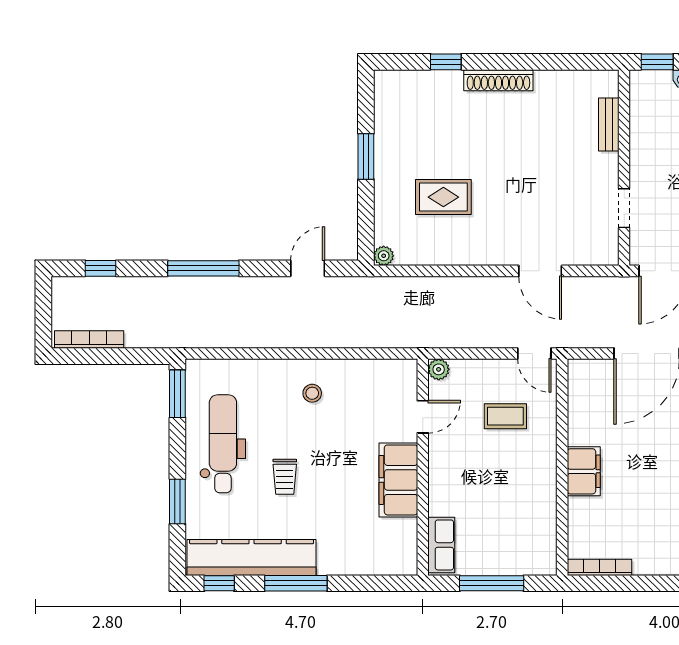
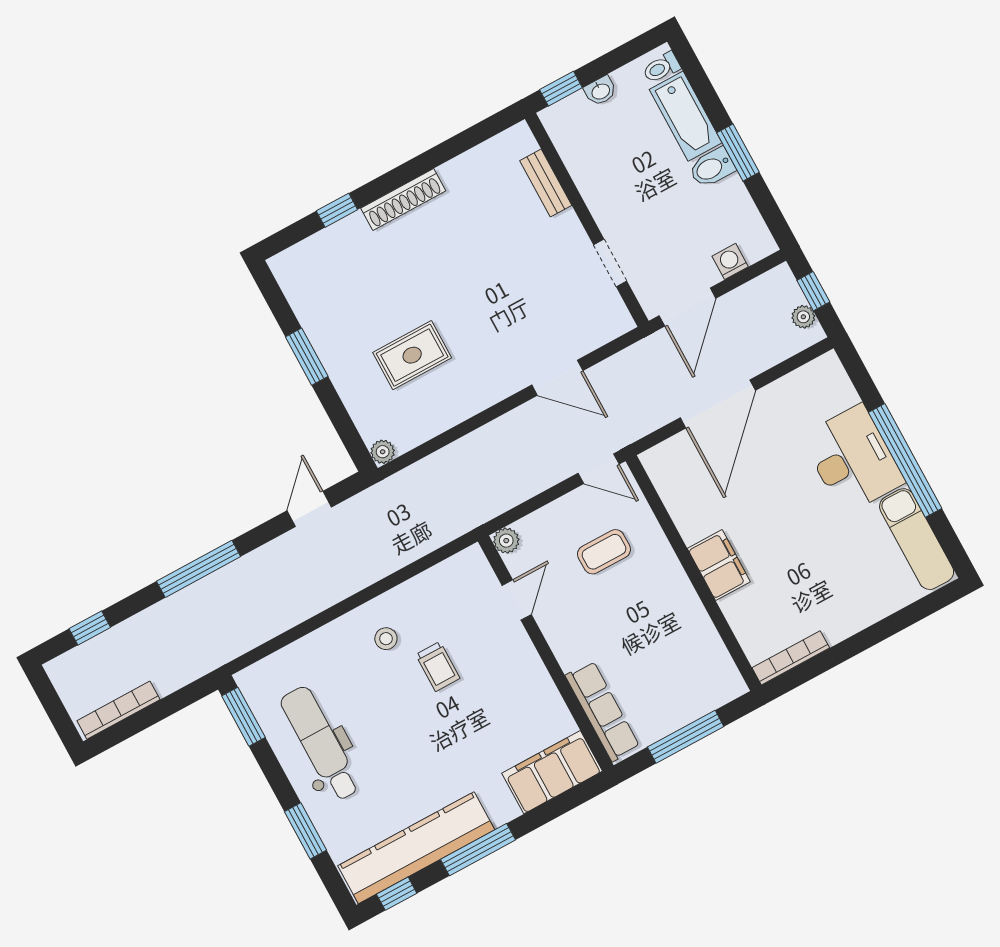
trolley: (285, 477) -> (438, 666), moved
filing cabinet: (398, 480) -> (552, 772), moved, turned 90
row of seats: (441, 545) -> (602, 711), width x1.48

